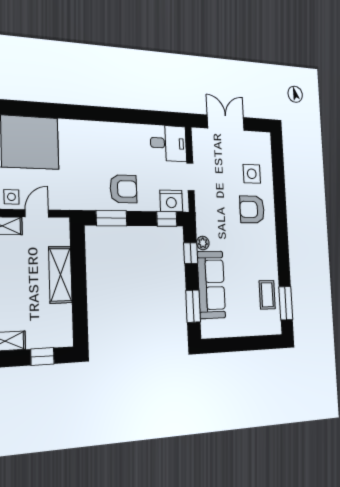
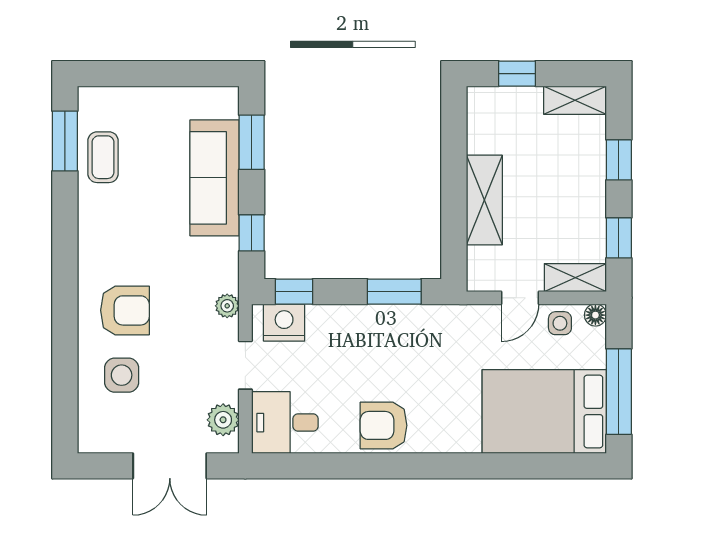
plant: (200, 147) -> (223, 420), added
armchair: (123, 189) -> (384, 425), moved
plant: (203, 243) -> (227, 306), moved

